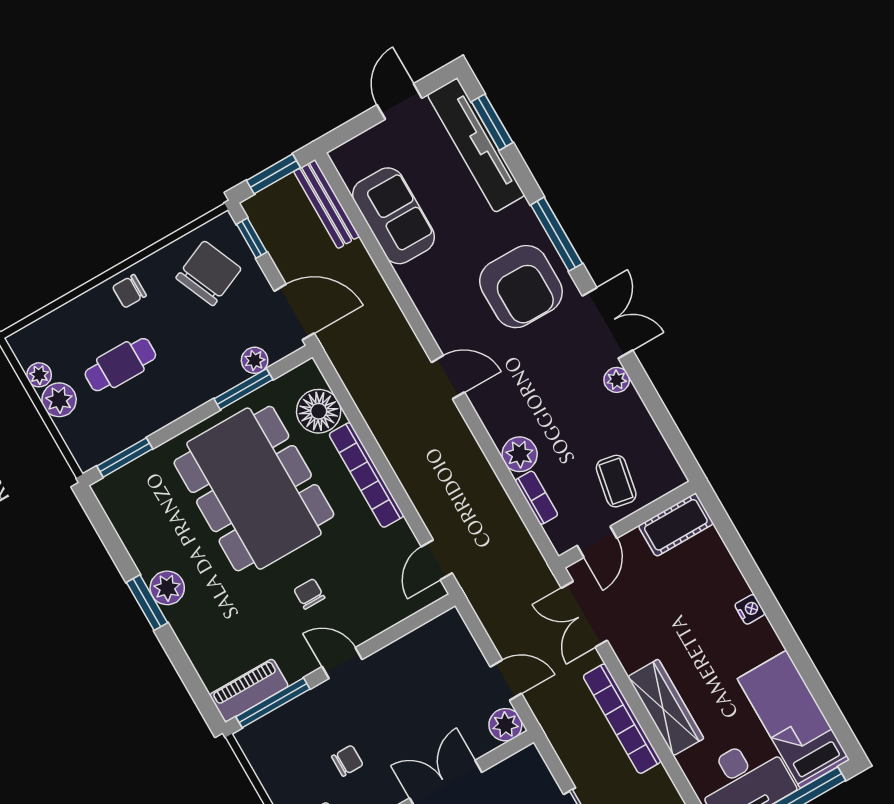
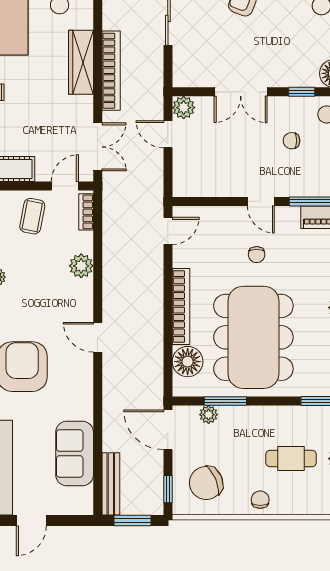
chair: (129, 291) -> (260, 500), turned -90
bookcase: (537, 498) -> (86, 212), moved

